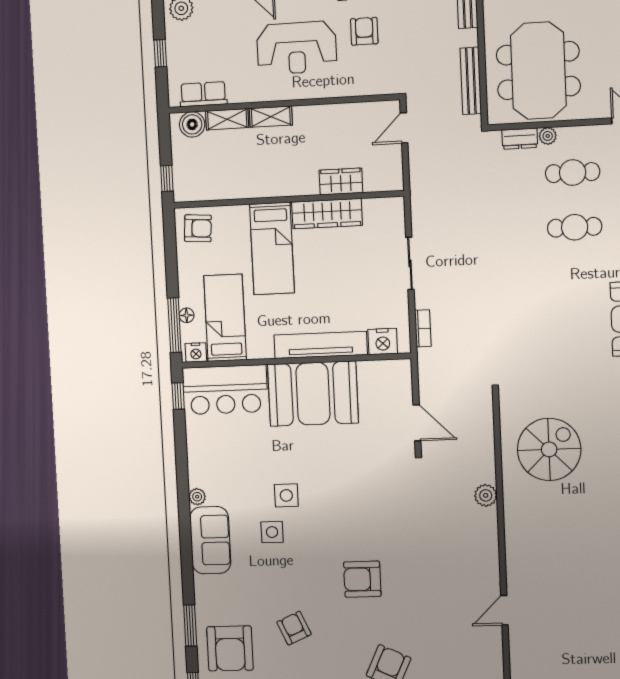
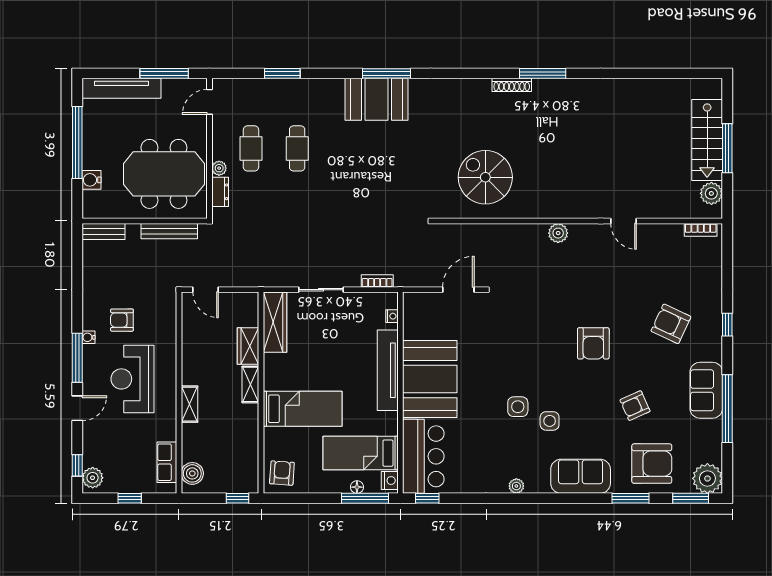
reception desk: (297, 48) -> (132, 379), turned 180
shelving: (227, 119) -> (250, 384), moved
wardrobe: (327, 214) -> (275, 322), moved
nightstand: (383, 342) -> (392, 316), width x0.53, depth x0.56
plant: (486, 495) -> (558, 233), moved
sofa: (210, 540) -> (581, 476), moved

